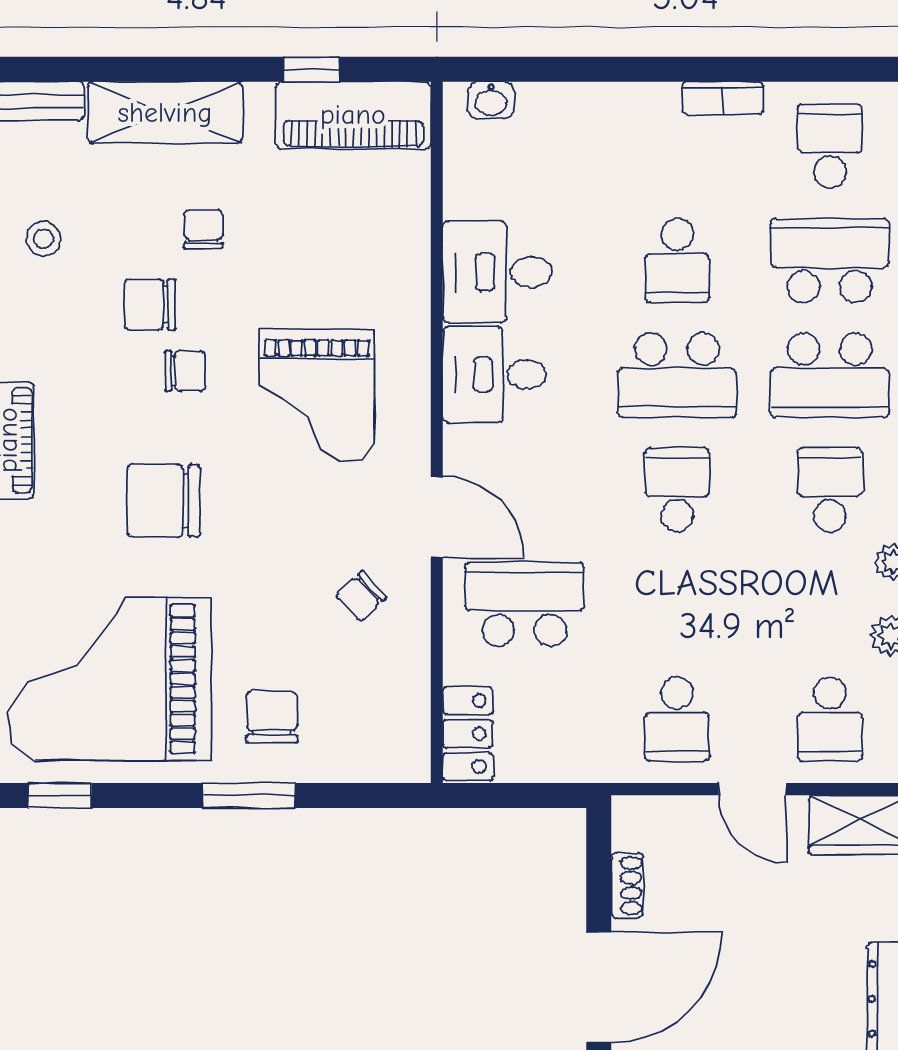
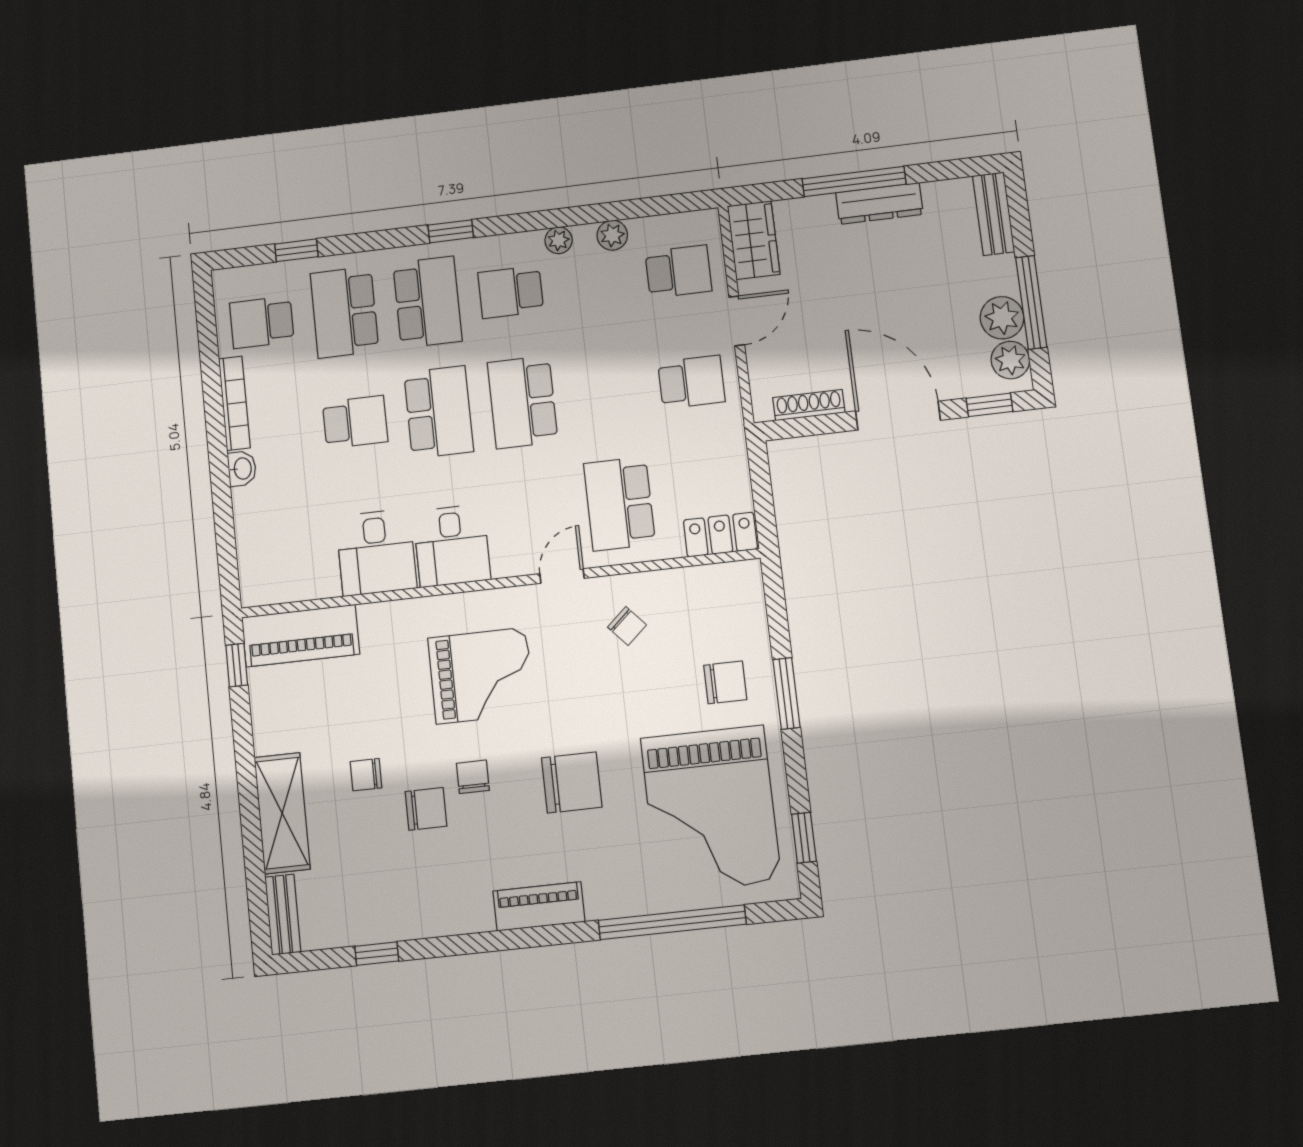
window: (311, 69) -> (237, 665), moved
bookcase: (723, 98) -> (234, 403), width x1.56
washbasin: (491, 100) -> (242, 469), moved
piano: (353, 115) -> (301, 636), moved, turned 90
stool: (44, 239) -> (385, 895), removed
chair: (150, 305) -> (426, 809), turned -90
school desk: (677, 490) -> (523, 402), width x1.85
chair: (164, 501) -> (572, 782), turned -90
door: (437, 517) -> (562, 576), width x0.73
chair: (272, 717) -> (725, 682), turned 180
shoe rack: (627, 885) -> (809, 405), width x1.43

